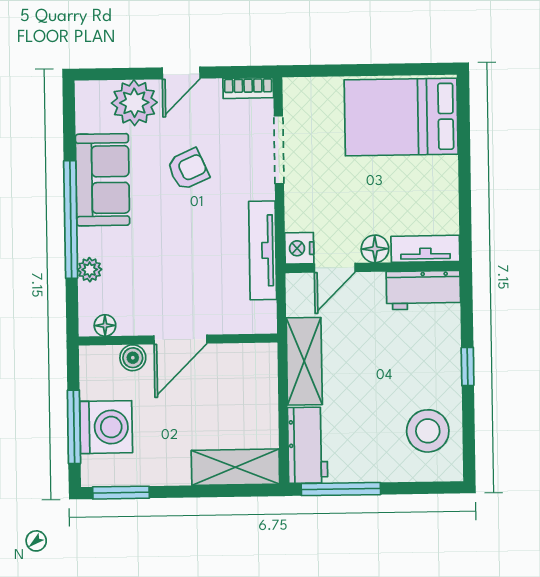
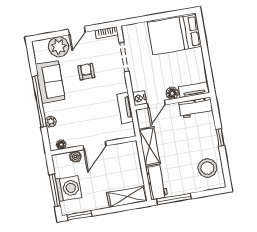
armchair: (188, 169) -> (86, 72), turned -66
tv unit: (263, 250) -> (125, 108), width x0.71

